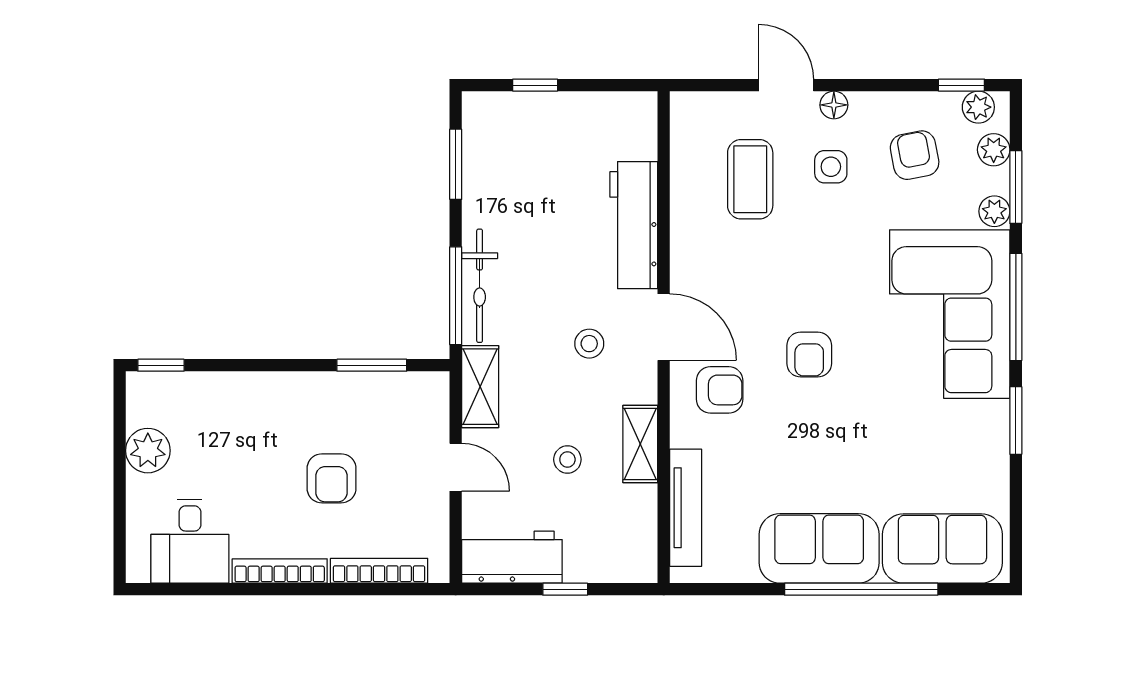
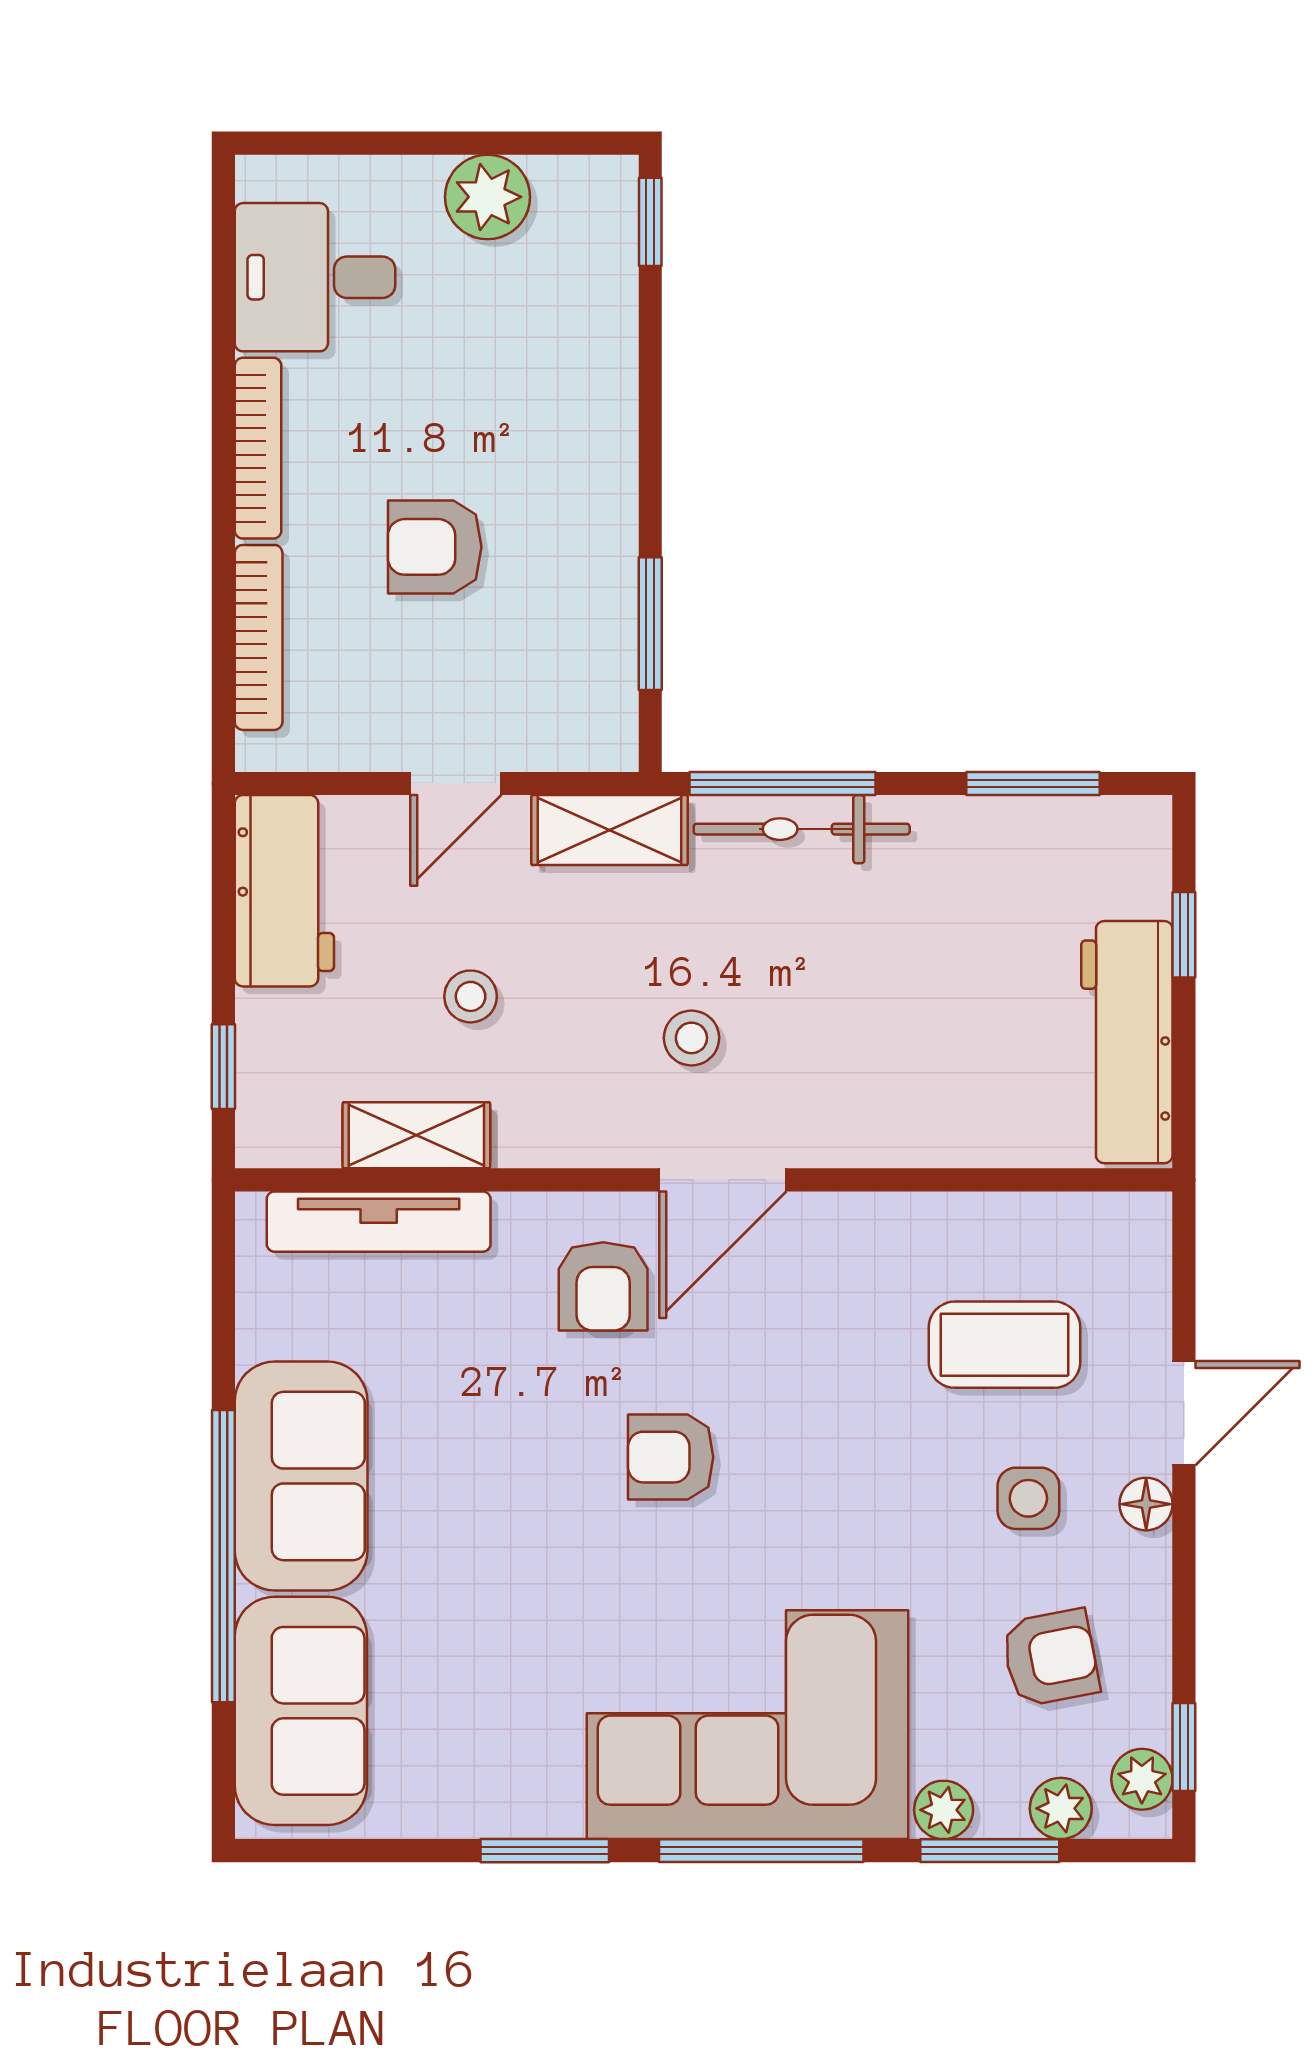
workbench: (634, 225) -> (1127, 1042), moved, turned -90
shelving: (640, 444) -> (416, 1135), moved
window: (565, 589) -> (223, 1067), moved

